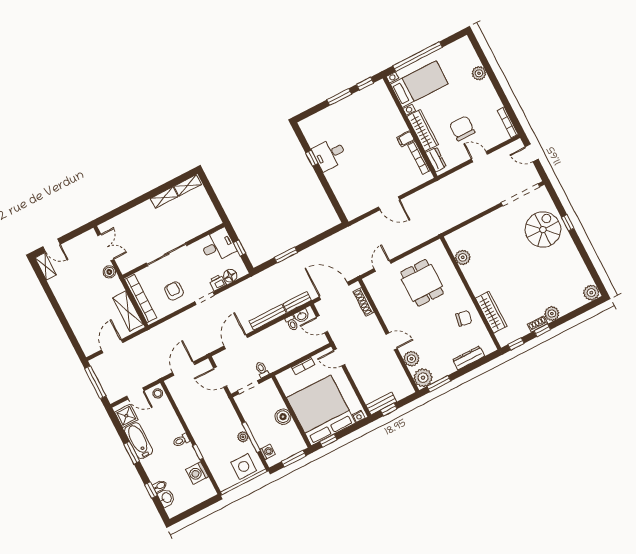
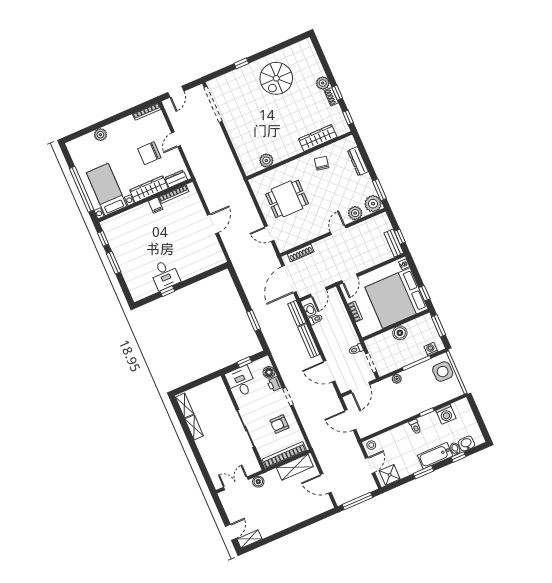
spiral stairs: (543, 230) -> (276, 78), moved, turned -90
plant: (591, 293) -> (306, 46), removed
plant: (243, 437) -> (397, 379), moved
bathtub: (139, 441) -> (435, 456), moved

